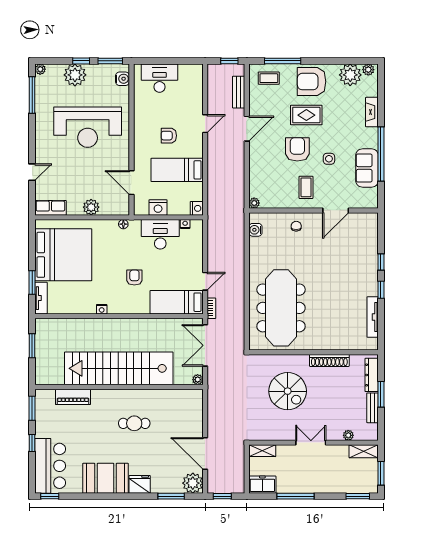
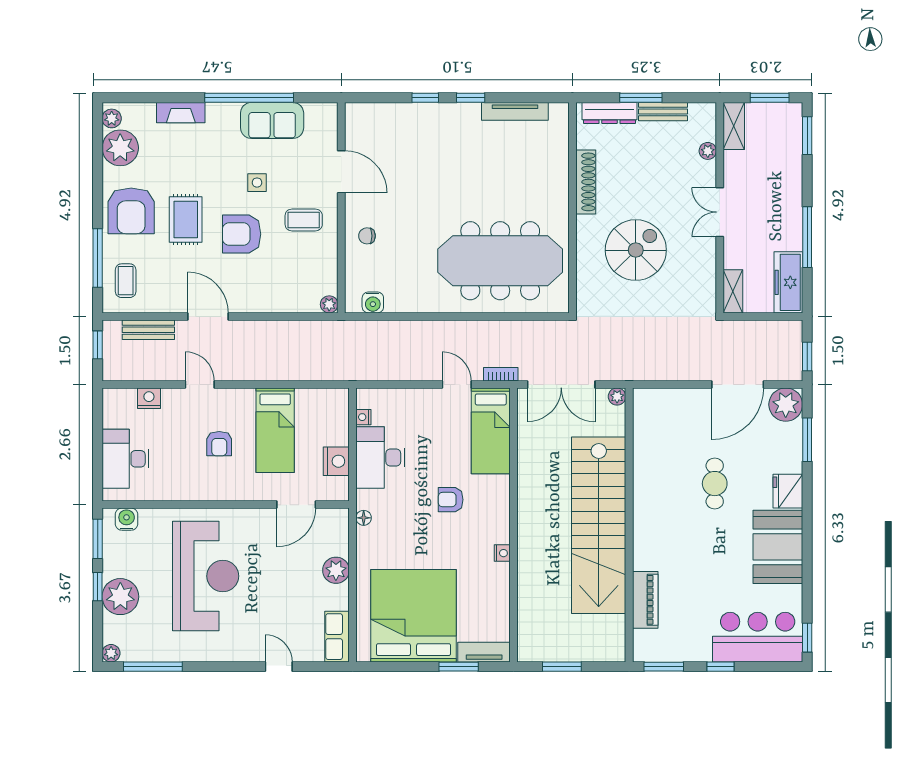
nightstand: (197, 208) -> (149, 398), moved
cafe table: (134, 423) -> (715, 484), moved
freezer: (262, 485) -> (788, 282), width x1.40

